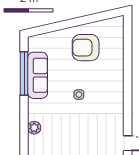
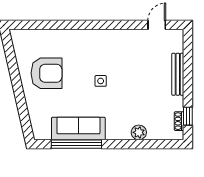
armchair: (86, 48) -> (46, 73), turned -90

